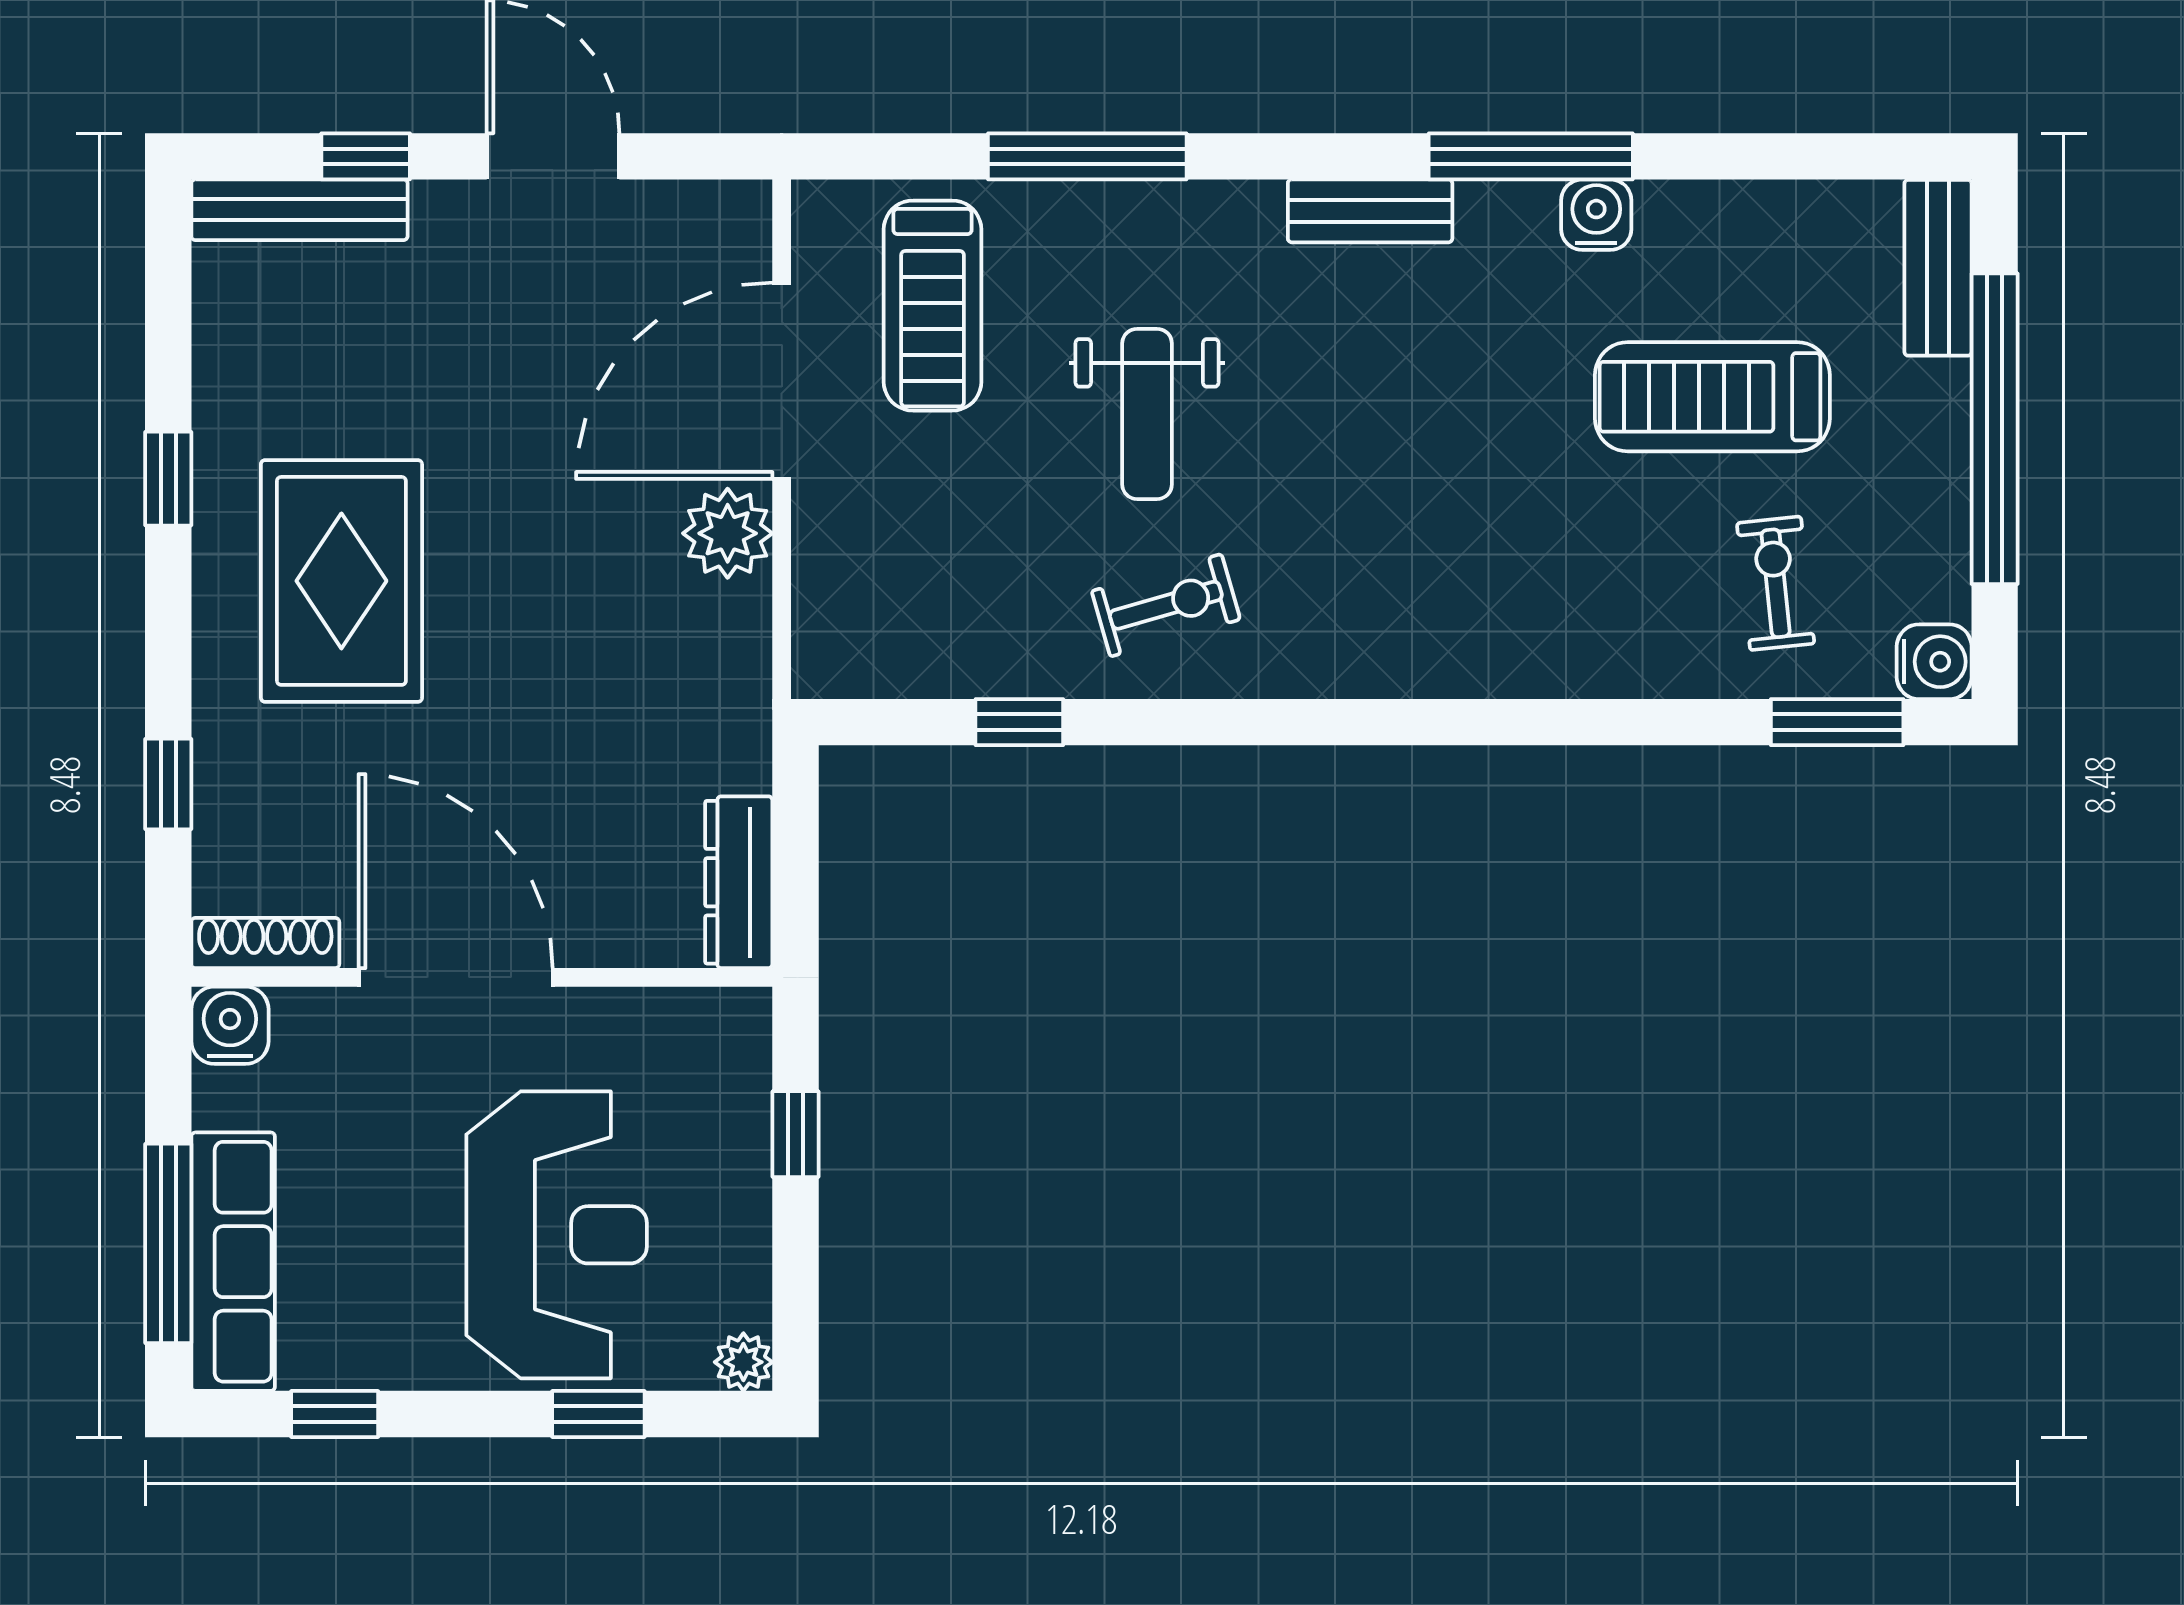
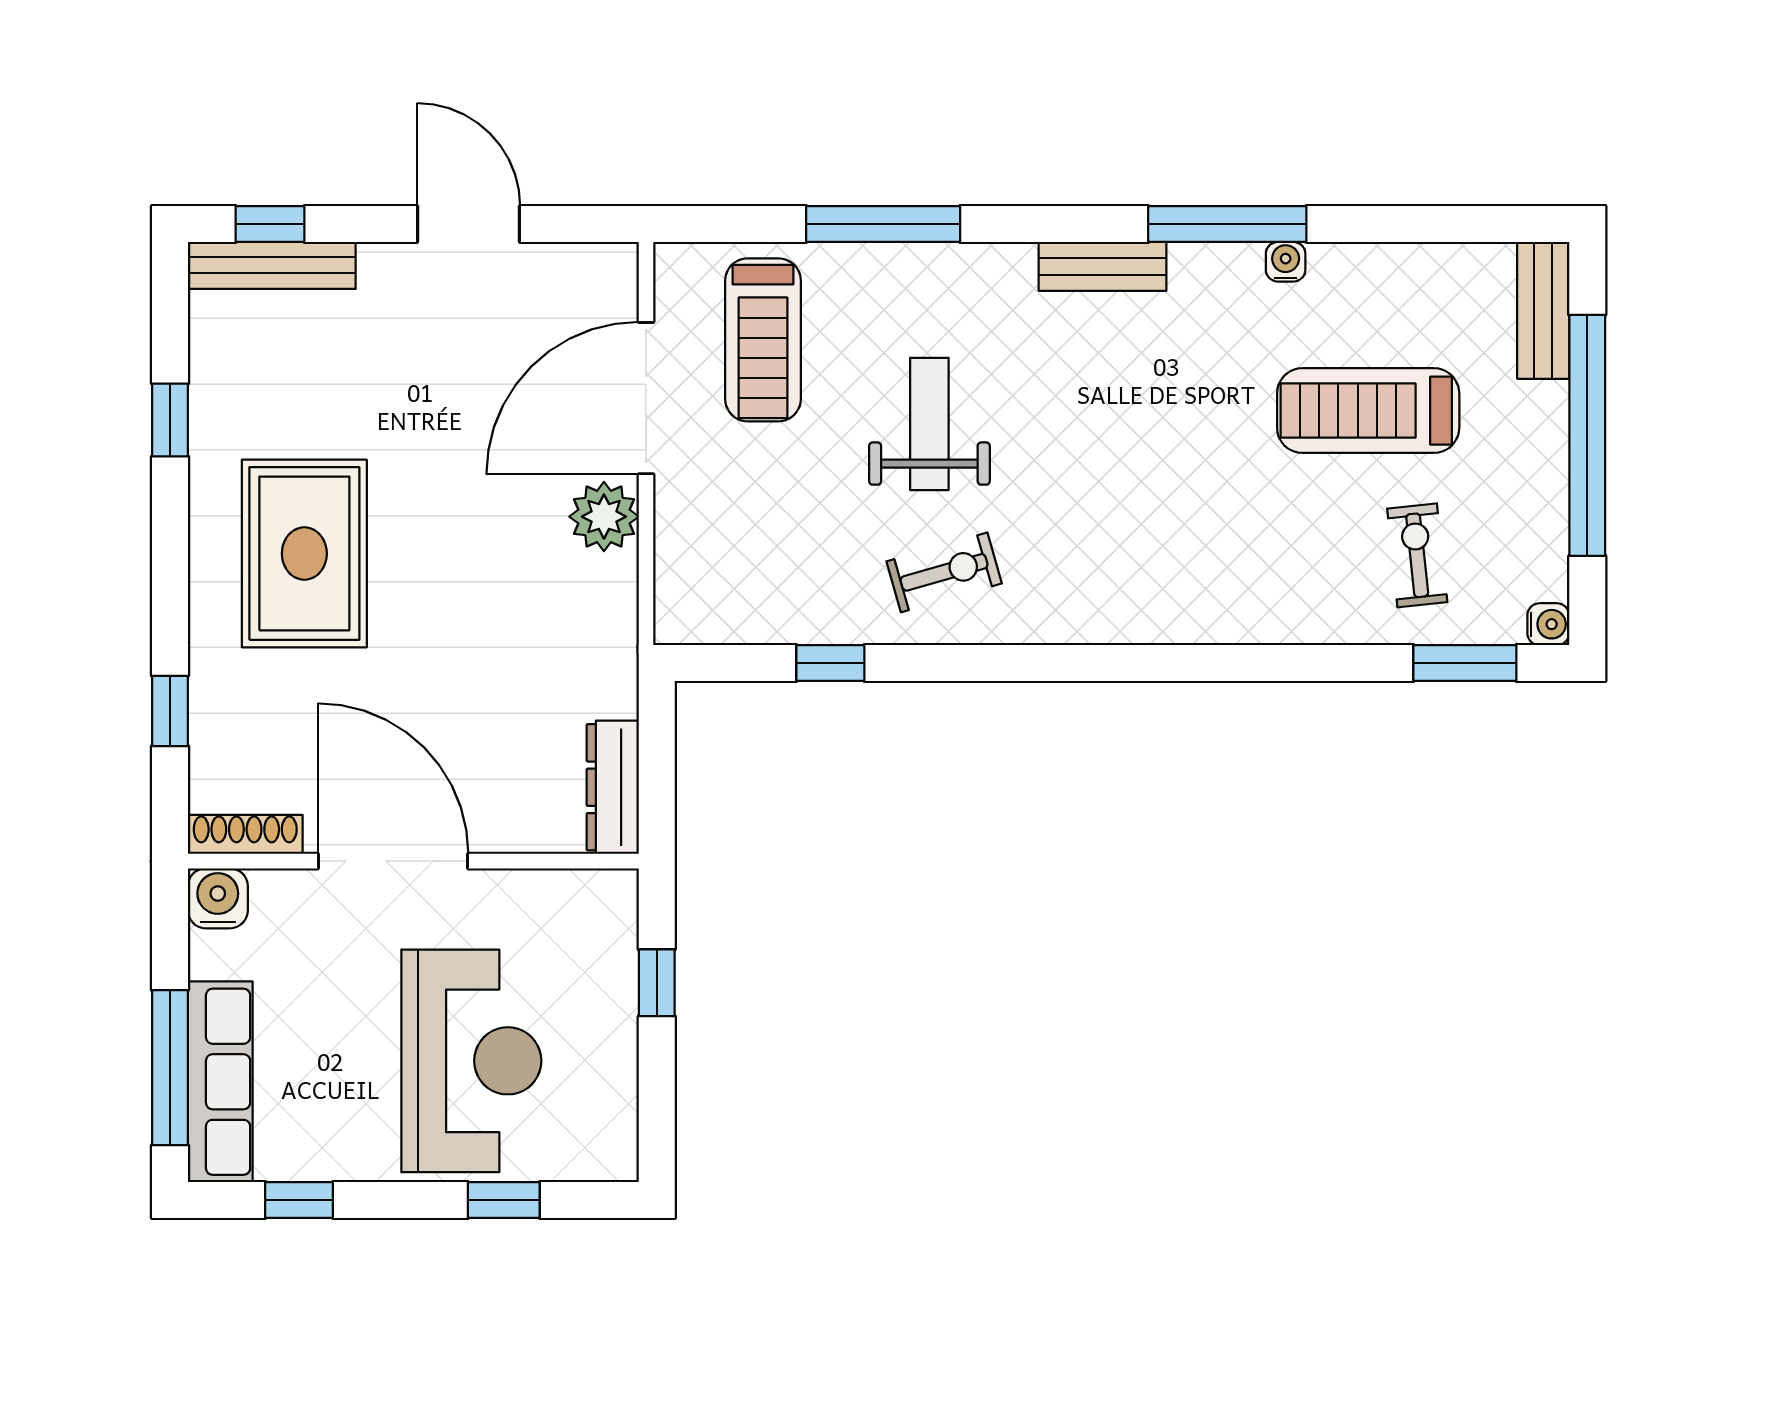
window: (366, 156) -> (270, 224), moved
water cooler: (1596, 215) -> (1286, 262), width x0.72, depth x0.72
weight bench: (1147, 414) -> (929, 424), turned 180
window: (168, 479) -> (170, 420), moved
water cooler: (1934, 662) -> (1548, 624), width x0.72, depth x0.72
plant: (743, 1362) -> (616, 1160), removed

